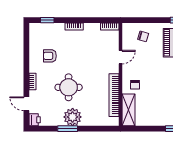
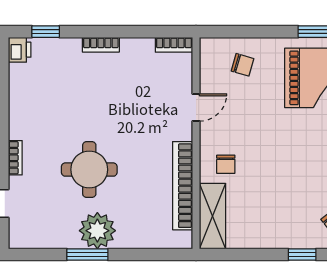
armchair: (50, 56) -> (51, 105), removed
printer: (35, 120) -> (20, 50), moved

